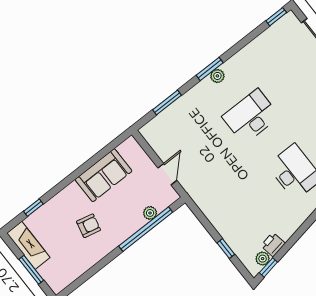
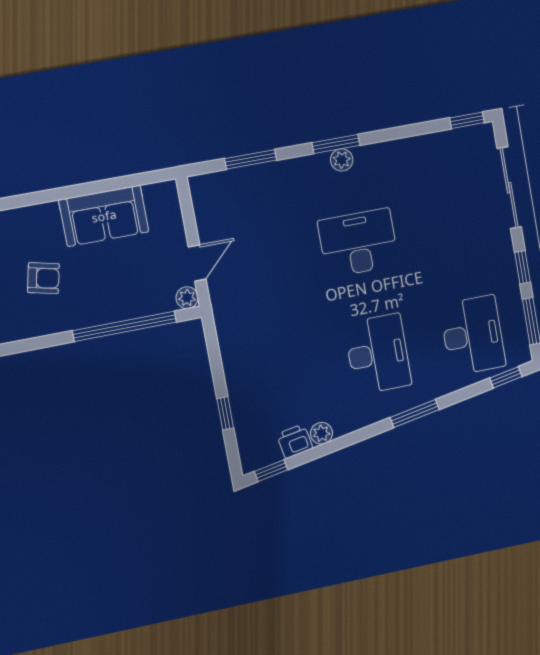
plant: (150, 213) -> (187, 298), moved
plant: (263, 259) -> (321, 433), moved

